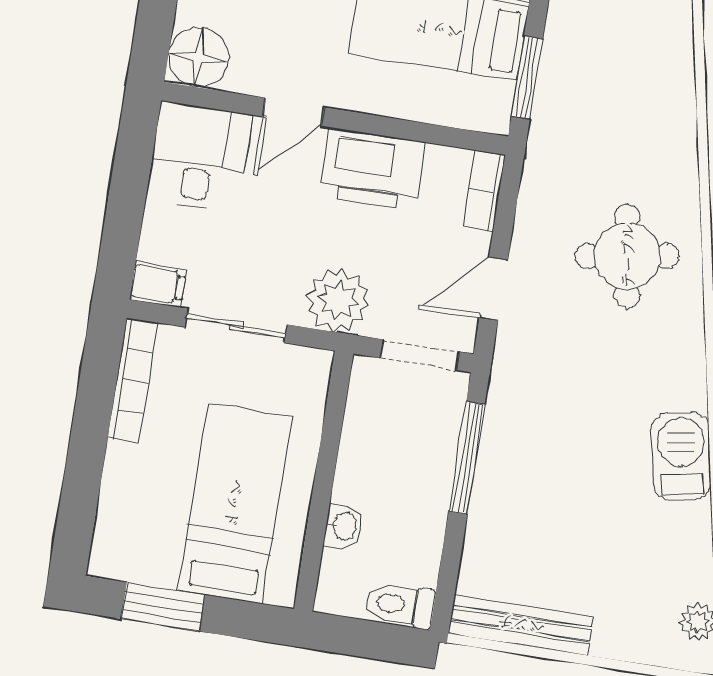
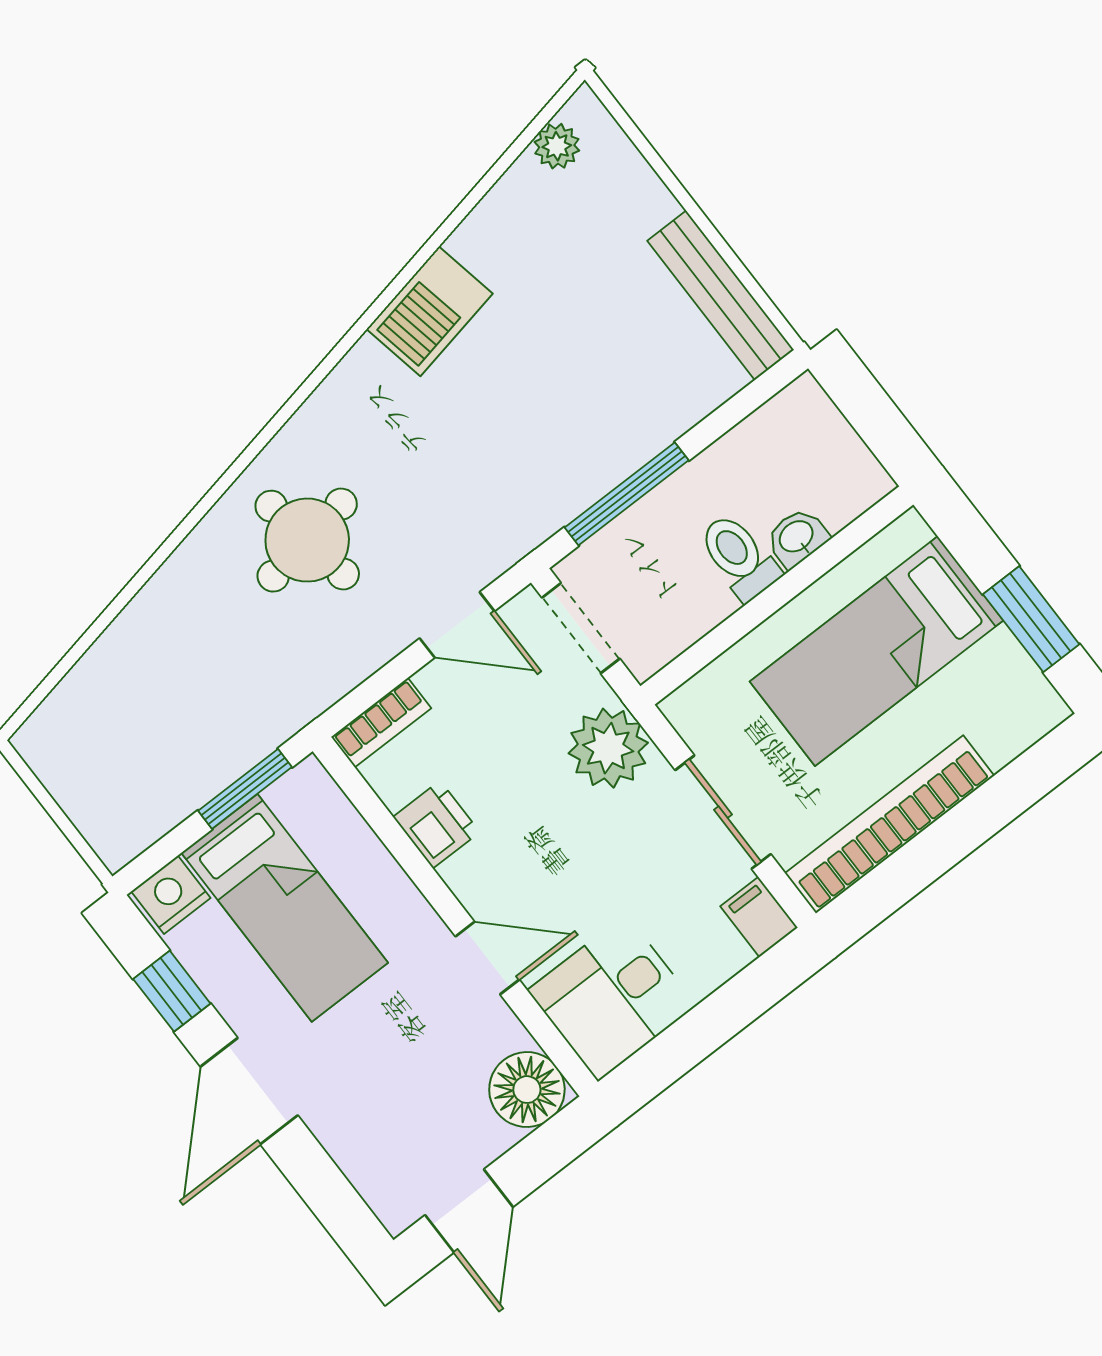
printer: (372, 169) -> (436, 825), width x0.53, depth x0.68
bookcase: (132, 380) -> (890, 824), width x1.48, depth x1.31
toilet: (400, 605) -> (739, 557), moved, turned 180

